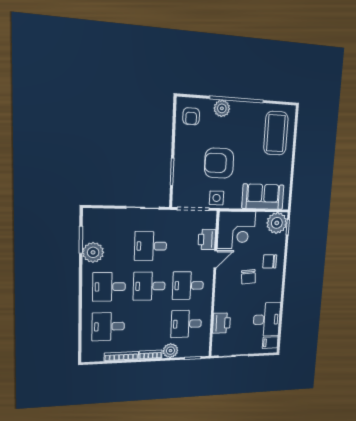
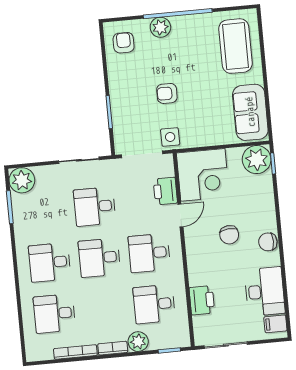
armchair: (191, 116) -> (124, 43), turned 180
armchair: (219, 163) -> (167, 93), width x0.53, depth x0.53
sofa: (263, 197) -> (250, 112), moved, turned -90
plant: (93, 252) -> (22, 180), moved
chair: (270, 261) -> (268, 242), moved

